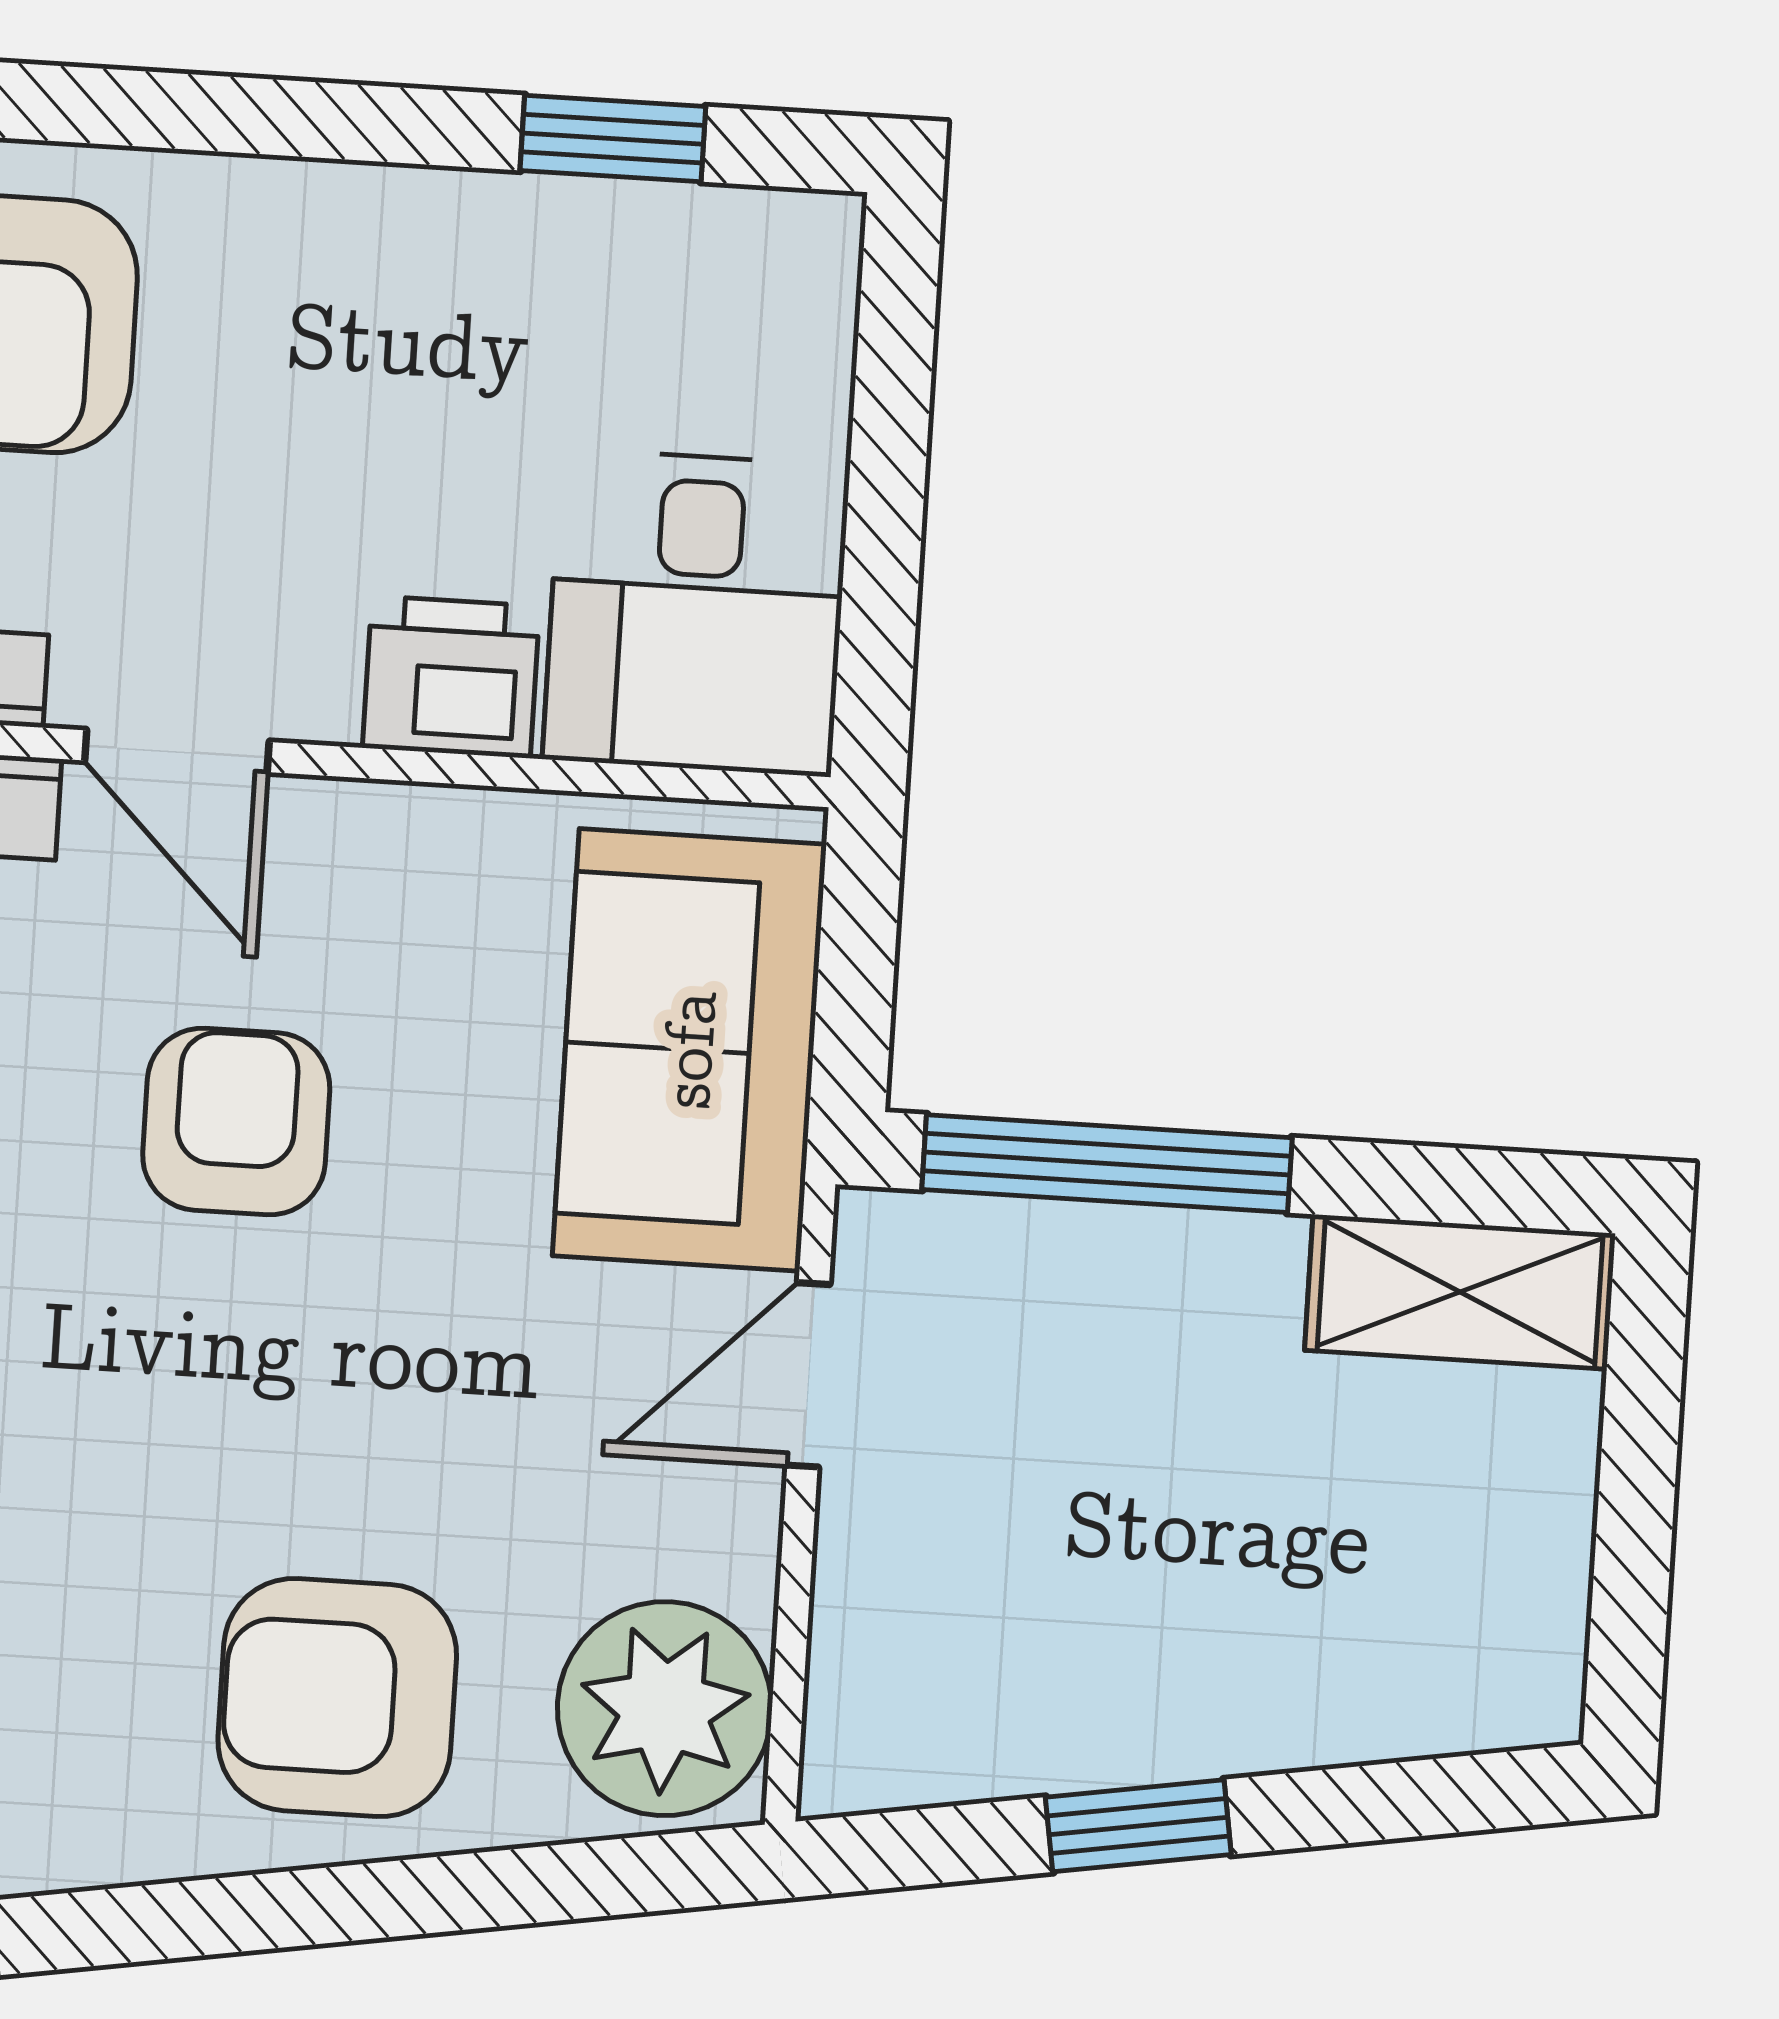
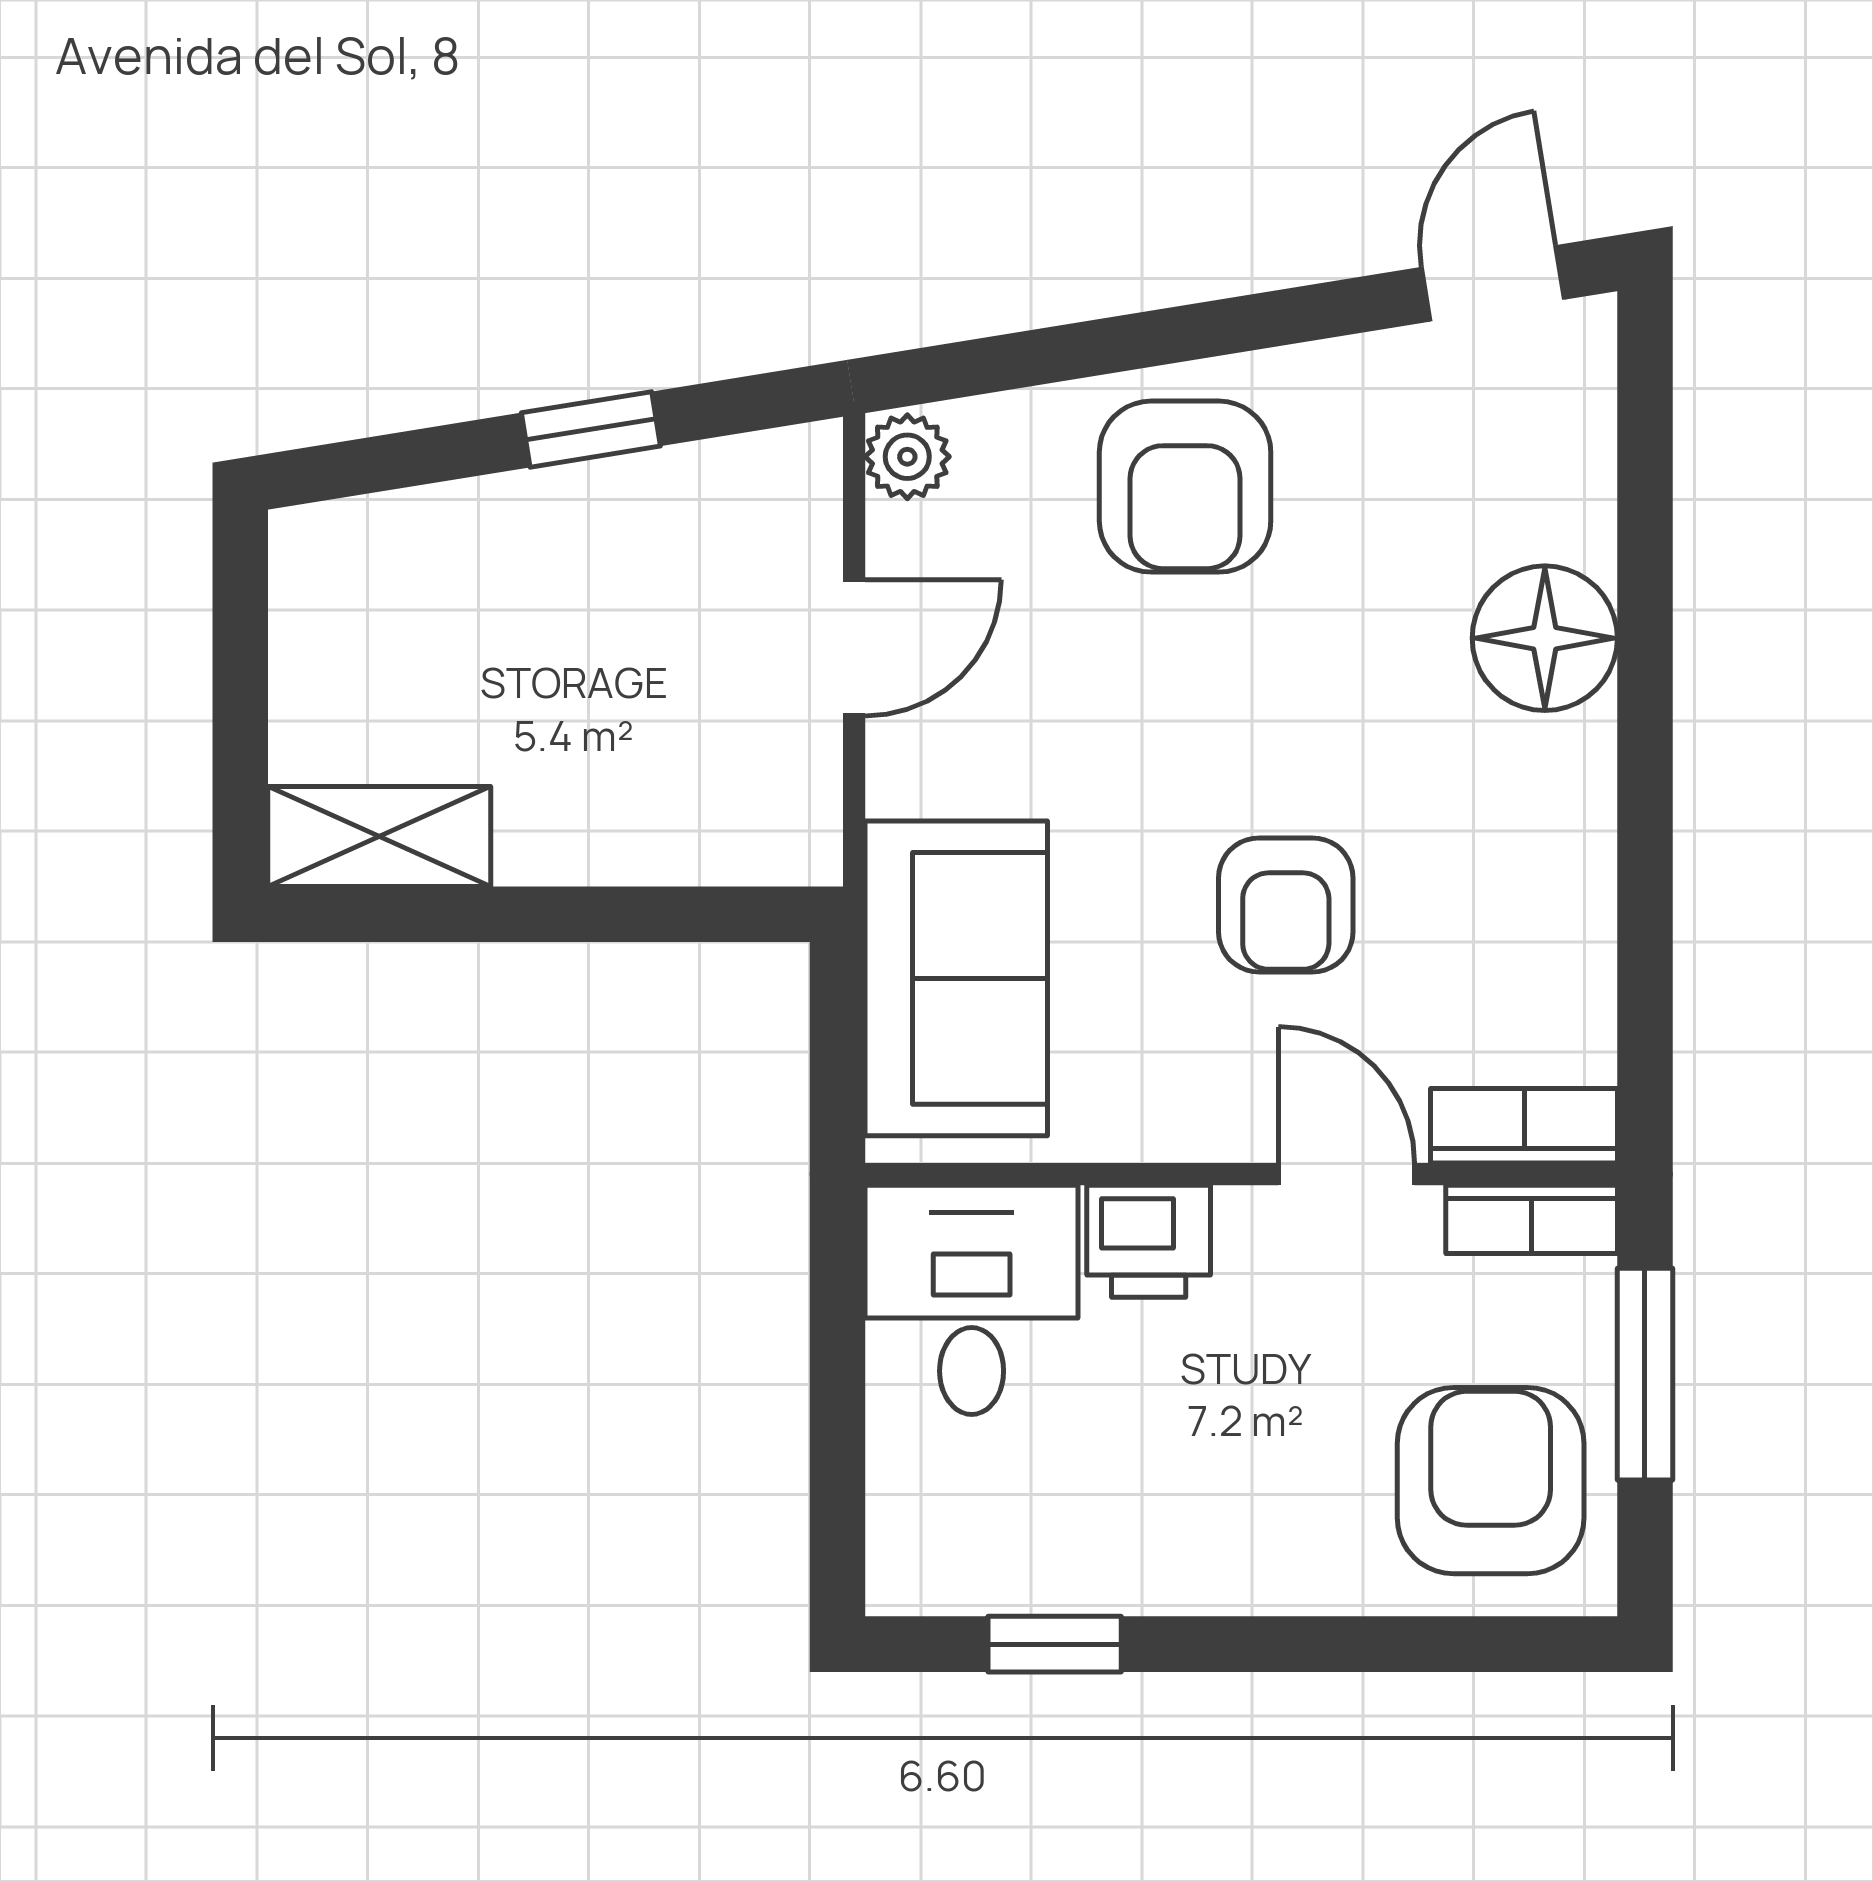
window: (1107, 1164) -> (644, 914), removed
door: (808, 1375) -> (854, 648), moved
armchair: (337, 1698) -> (1185, 487), turned 90
plant: (665, 1709) -> (907, 457), width x0.53, depth x0.53

